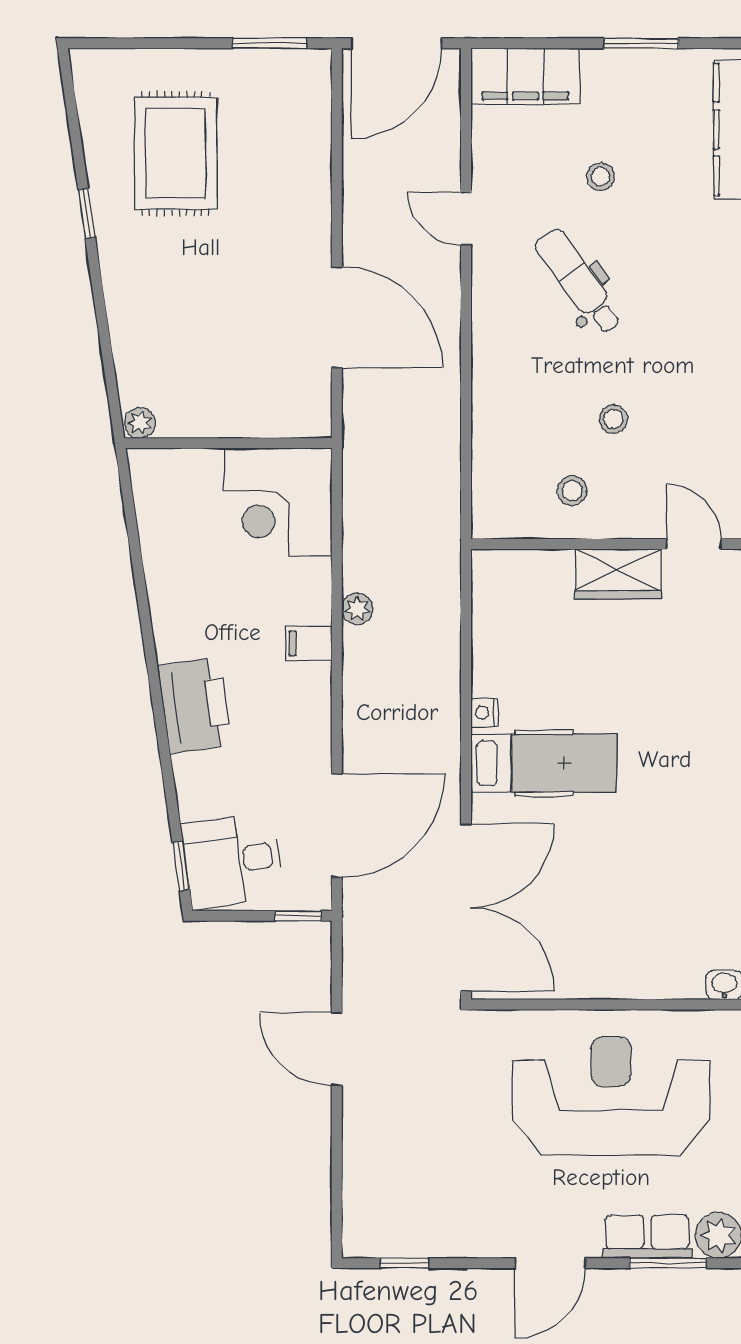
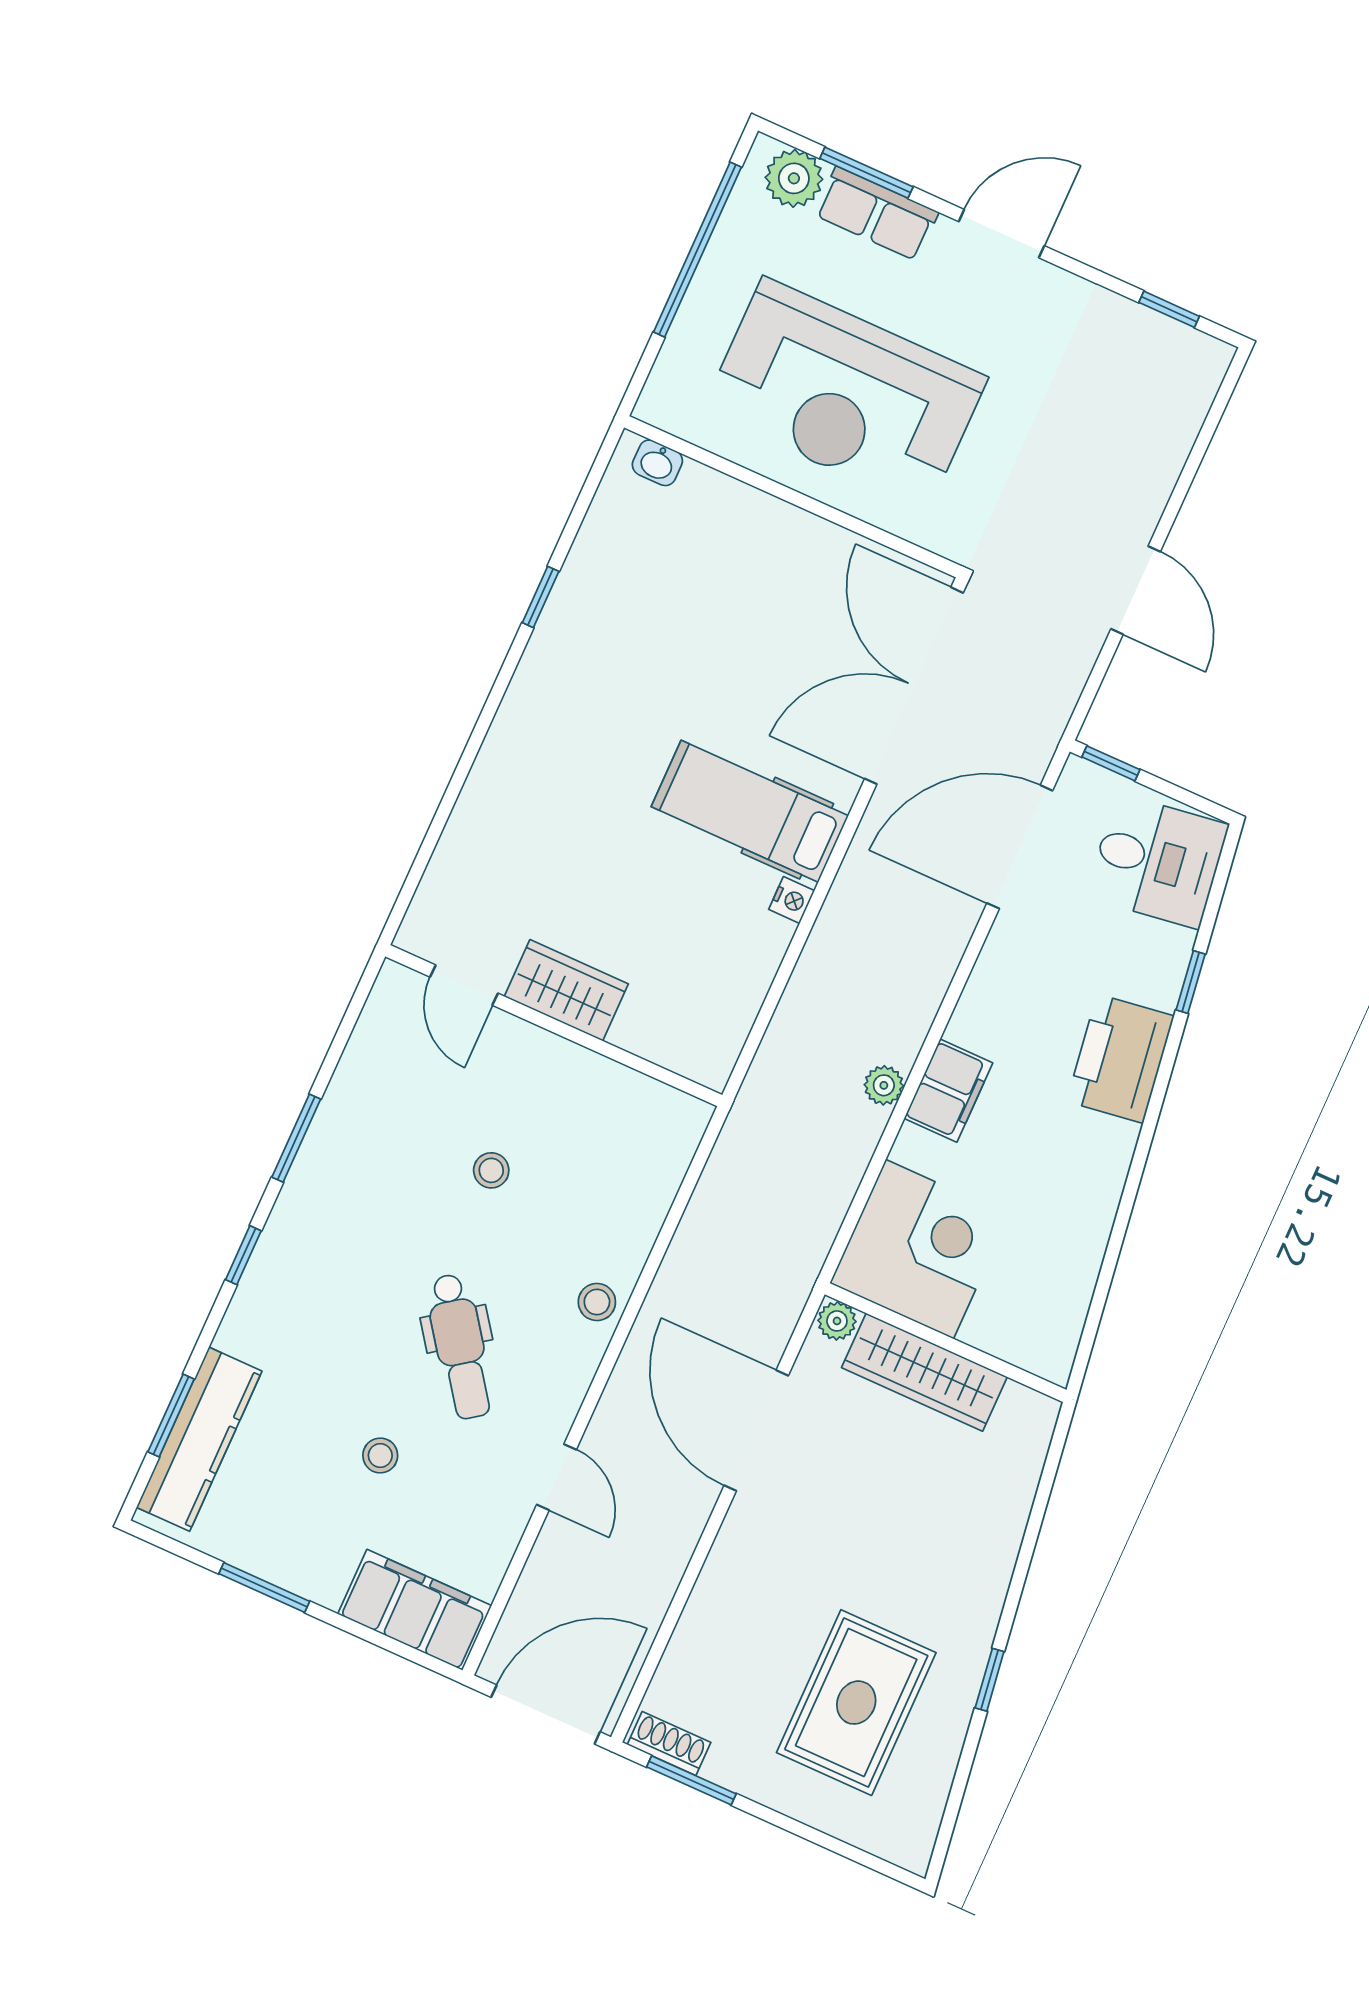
shoe rack: (298, 63) -> (669, 1744), added
wardrobe: (234, 414) -> (924, 1372), added
plant: (140, 423) -> (837, 1321), moved
stool: (572, 491) -> (597, 1302), moved
filing cabinet: (309, 643) -> (948, 1091), width x2.00
window: (181, 866) -> (1191, 982), moved

